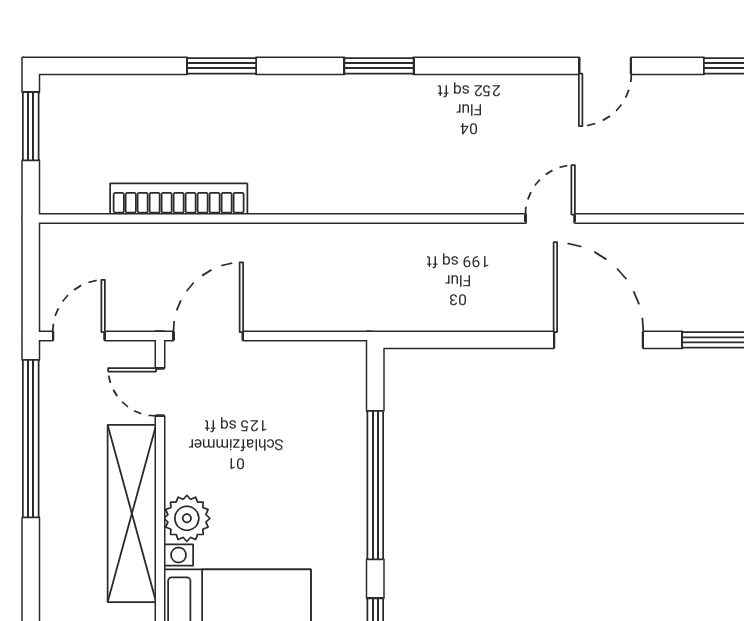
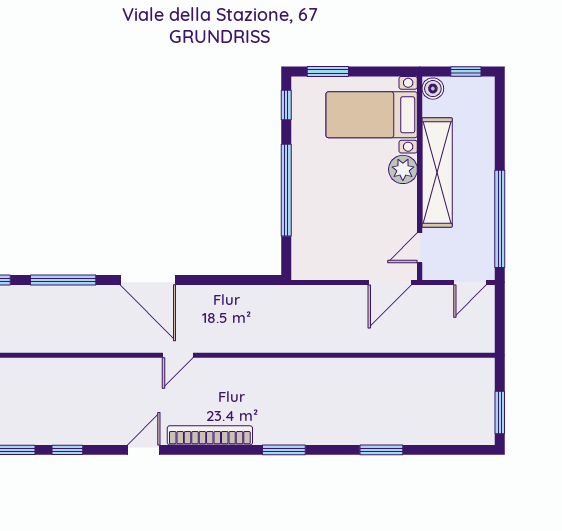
bookcase: (179, 199) -> (210, 435), moved, turned 180
door: (160, 392) -> (420, 248), swing flipped

